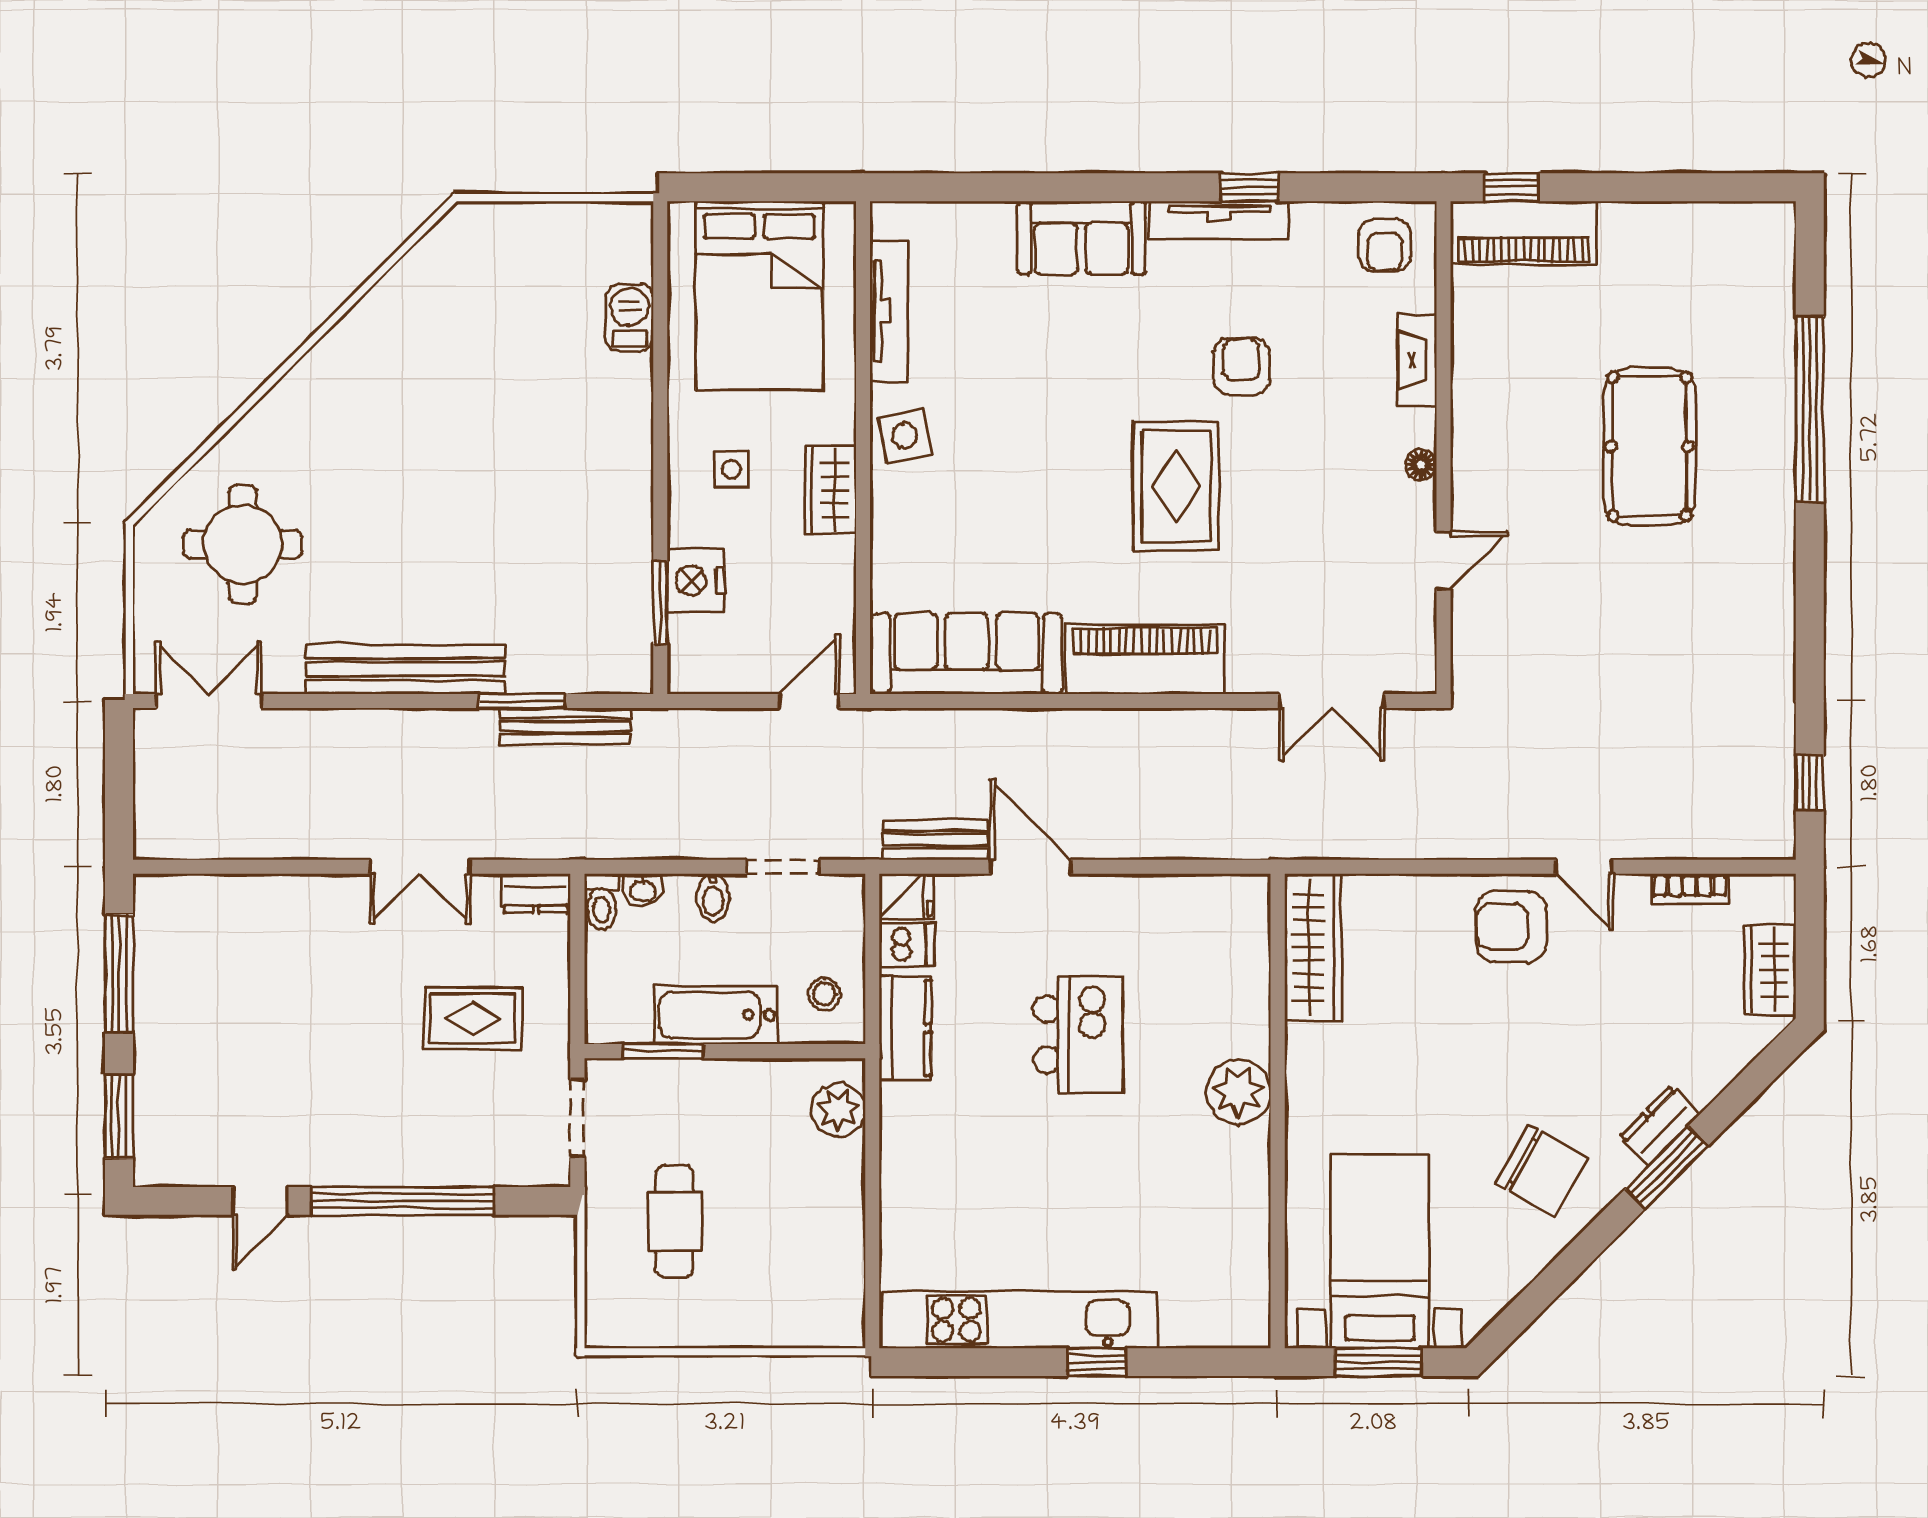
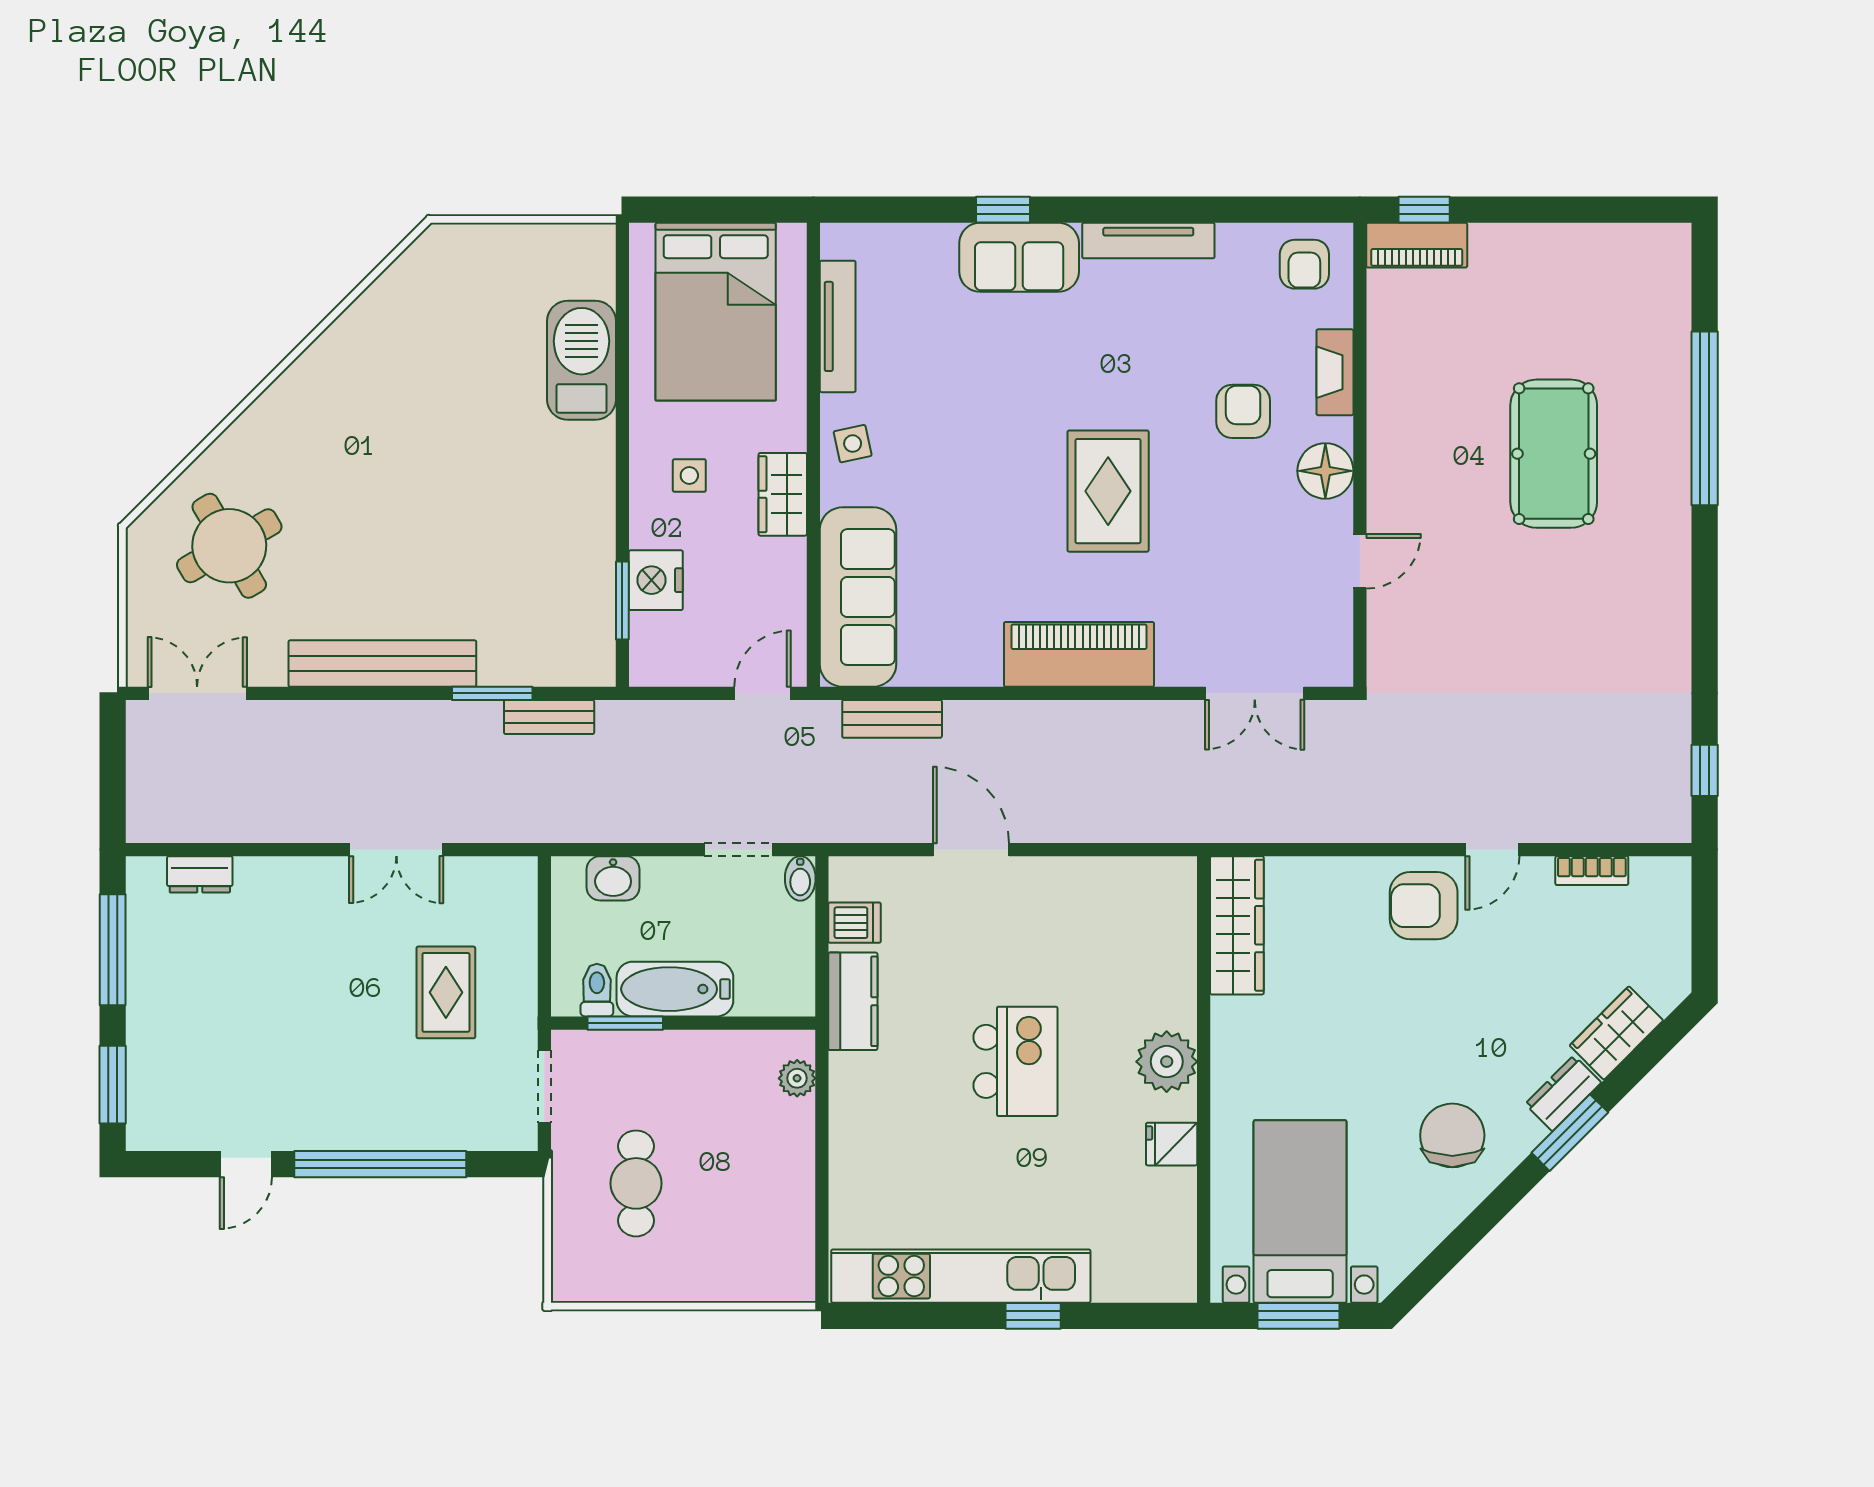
window: (1250, 187) -> (1003, 210), moved
piano: (1523, 233) -> (1417, 245), width x0.73, depth x0.75
barbecue: (629, 317) -> (582, 360), width x1.88, depth x1.53
armchair: (1241, 367) -> (1243, 411), moved
side table: (905, 436) -> (853, 444), width x0.73, depth x0.73
floor lamp: (1421, 465) -> (1325, 471), width x1.89, depth x1.89
round table: (243, 544) -> (229, 546), turned -30
sofa: (967, 654) -> (858, 597), moved, turned 90
bench: (565, 726) -> (549, 717), width x0.73
bench: (935, 840) -> (892, 719), moved
door: (1584, 867) -> (1492, 850), hinge flipped
washbasin: (643, 890) -> (613, 878), width x1.38, depth x1.45
dresser: (536, 893) -> (200, 874), moved
fridge: (906, 897) -> (1172, 1144), moved, turned 180
bidet: (713, 898) -> (800, 878), moved
toilet: (601, 902) -> (597, 990), moved, turned 180
wardrobe: (1770, 970) -> (1616, 1033), moved, turned 45
stool: (824, 994) -> (777, 969), removed
rug: (473, 1019) -> (446, 992), turned 90
kitchen island: (1078, 1035) -> (1015, 1061), moved
plant: (838, 1110) -> (797, 1078), width x0.73, depth x0.73
chair: (1542, 1171) -> (1452, 1135), turned -119

